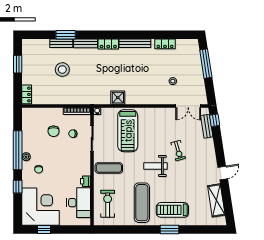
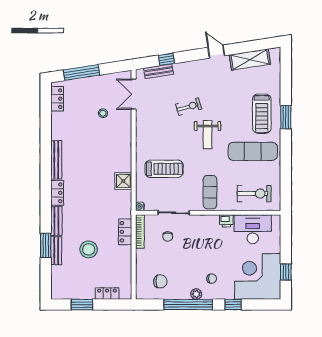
locker: (165, 44) -> (57, 99), moved
locker: (27, 94) -> (107, 294), moved
locker: (77, 99) -> (125, 232), added
double door: (188, 106) -> (134, 94), swing flipped
window: (215, 120) -> (166, 59), moved
chair: (54, 131) -> (160, 281), moved
treadmill: (128, 131) -> (164, 169), width x0.73, depth x0.73
exercise bike: (108, 204) -> (254, 194), turned 180

